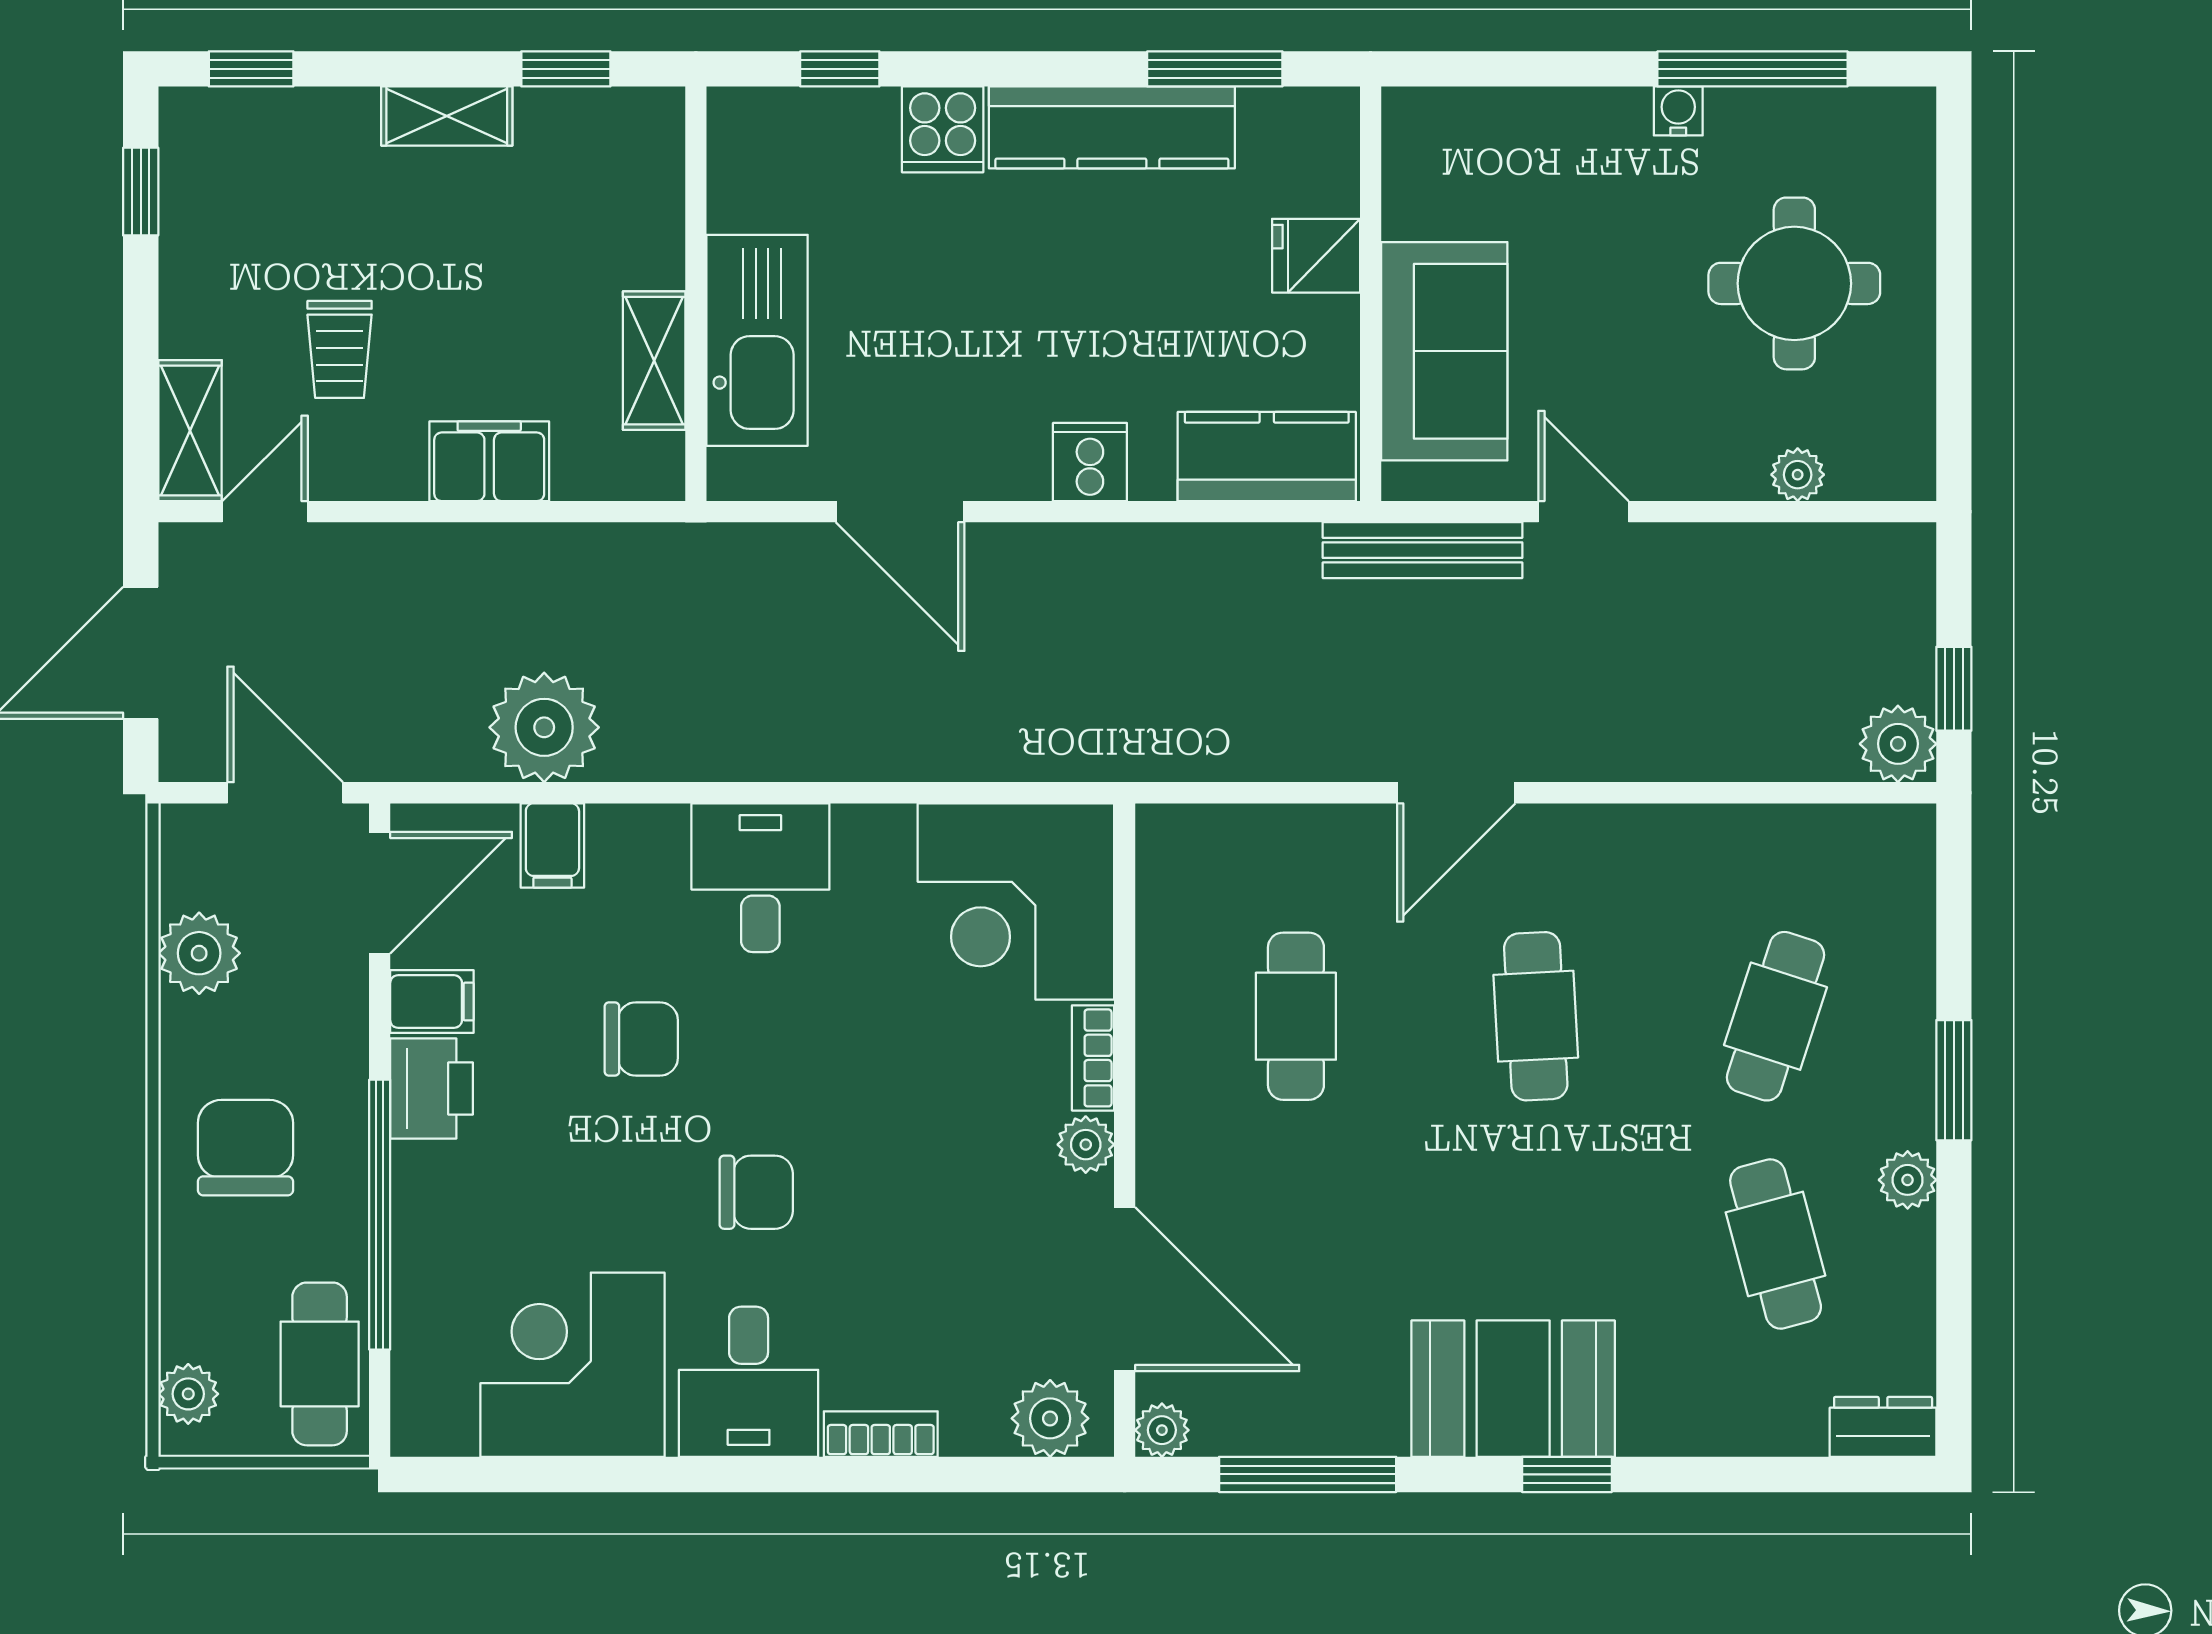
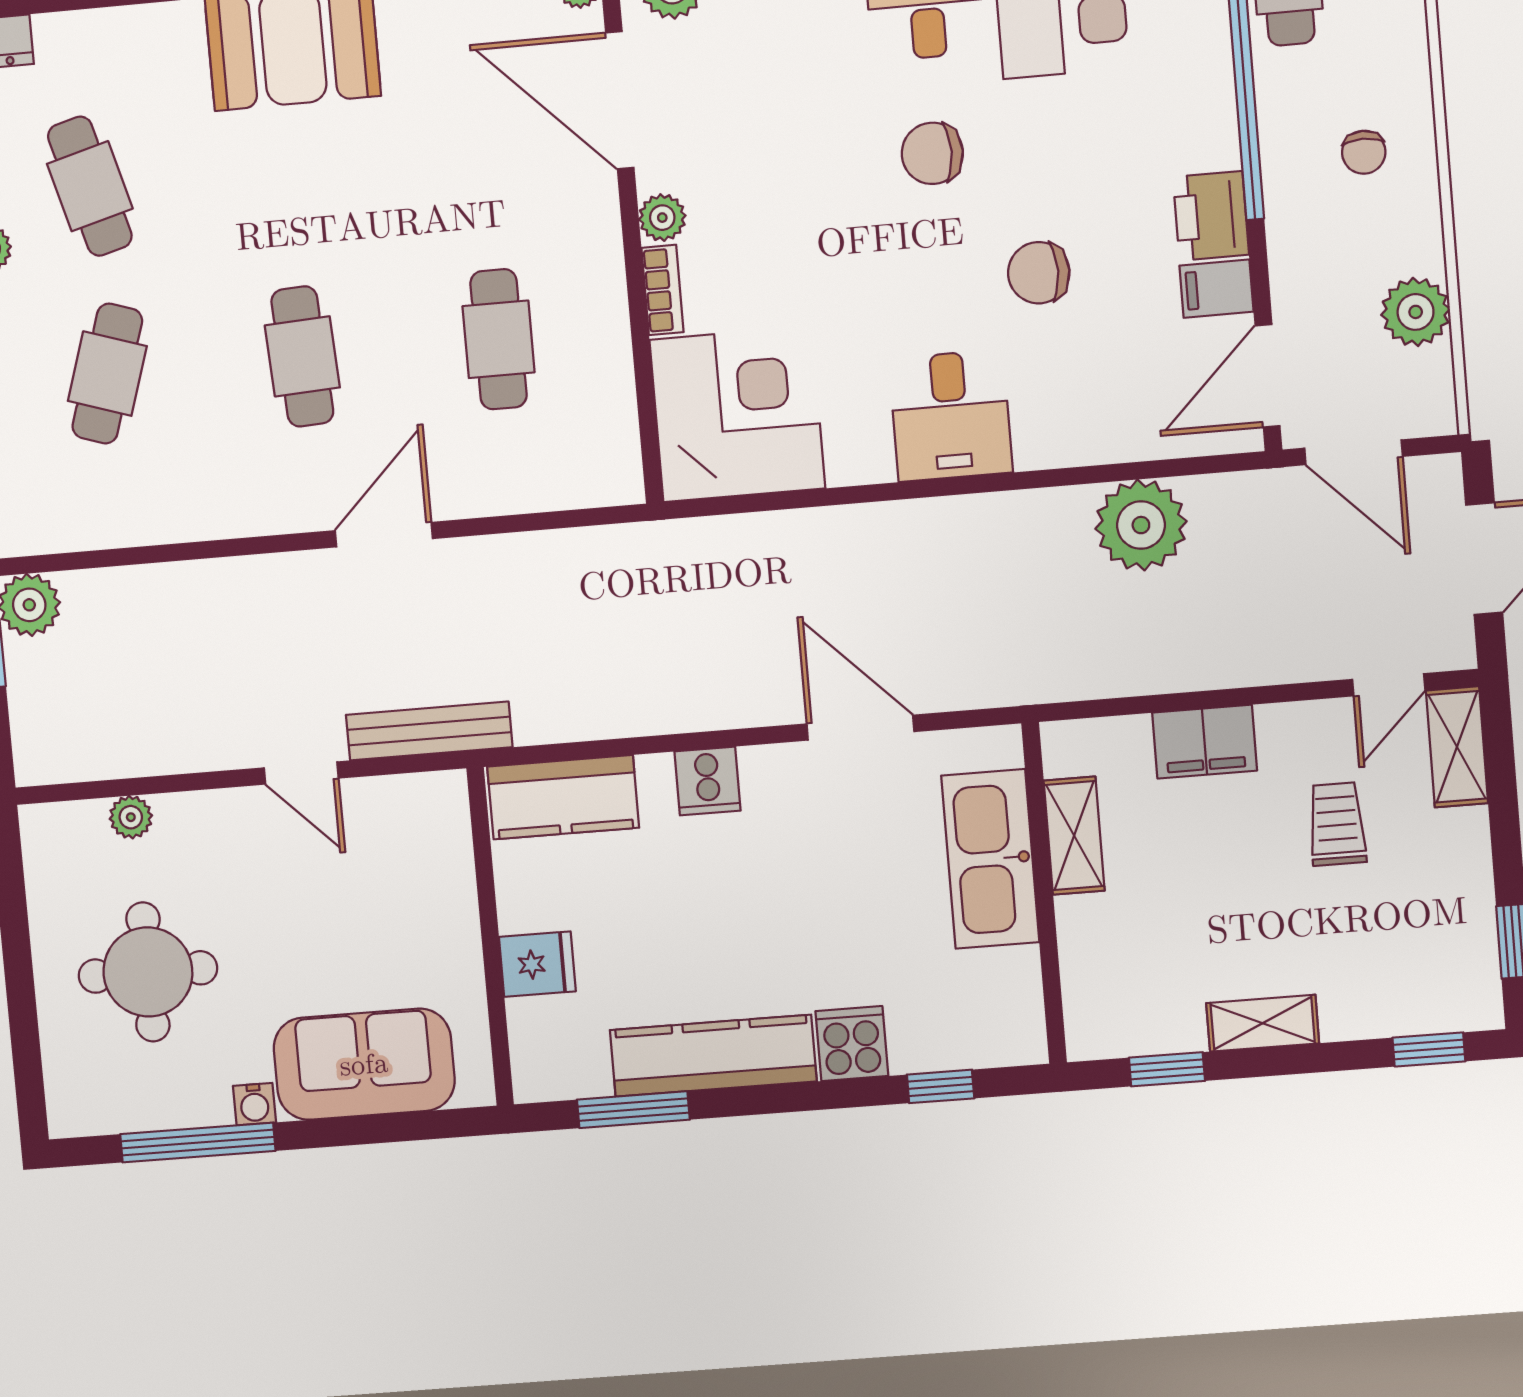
sofa: (1444, 351) -> (364, 1064), moved, turned 90
filing cabinet: (552, 845) -> (1126, 427), removed
chair: (245, 1148) -> (1364, 152), width x0.54, depth x0.54

